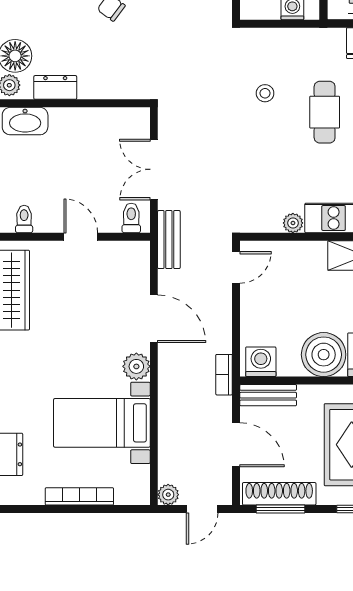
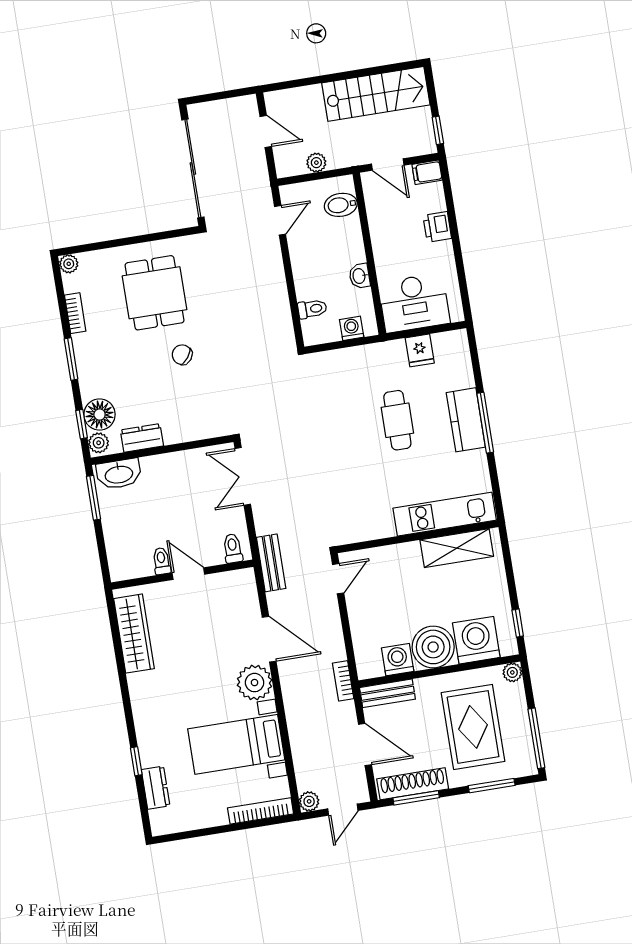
stool: (265, 93) -> (339, 412), removed
double door: (154, 169) -> (243, 476), moved
toilet: (24, 219) -> (162, 561), moved
plant: (293, 223) -> (385, 529), removed
washing machine: (261, 362) -> (398, 660), moved
plant: (136, 366) -> (255, 683), width x1.36, depth x1.36
bookcase: (79, 496) -> (261, 811), moved

